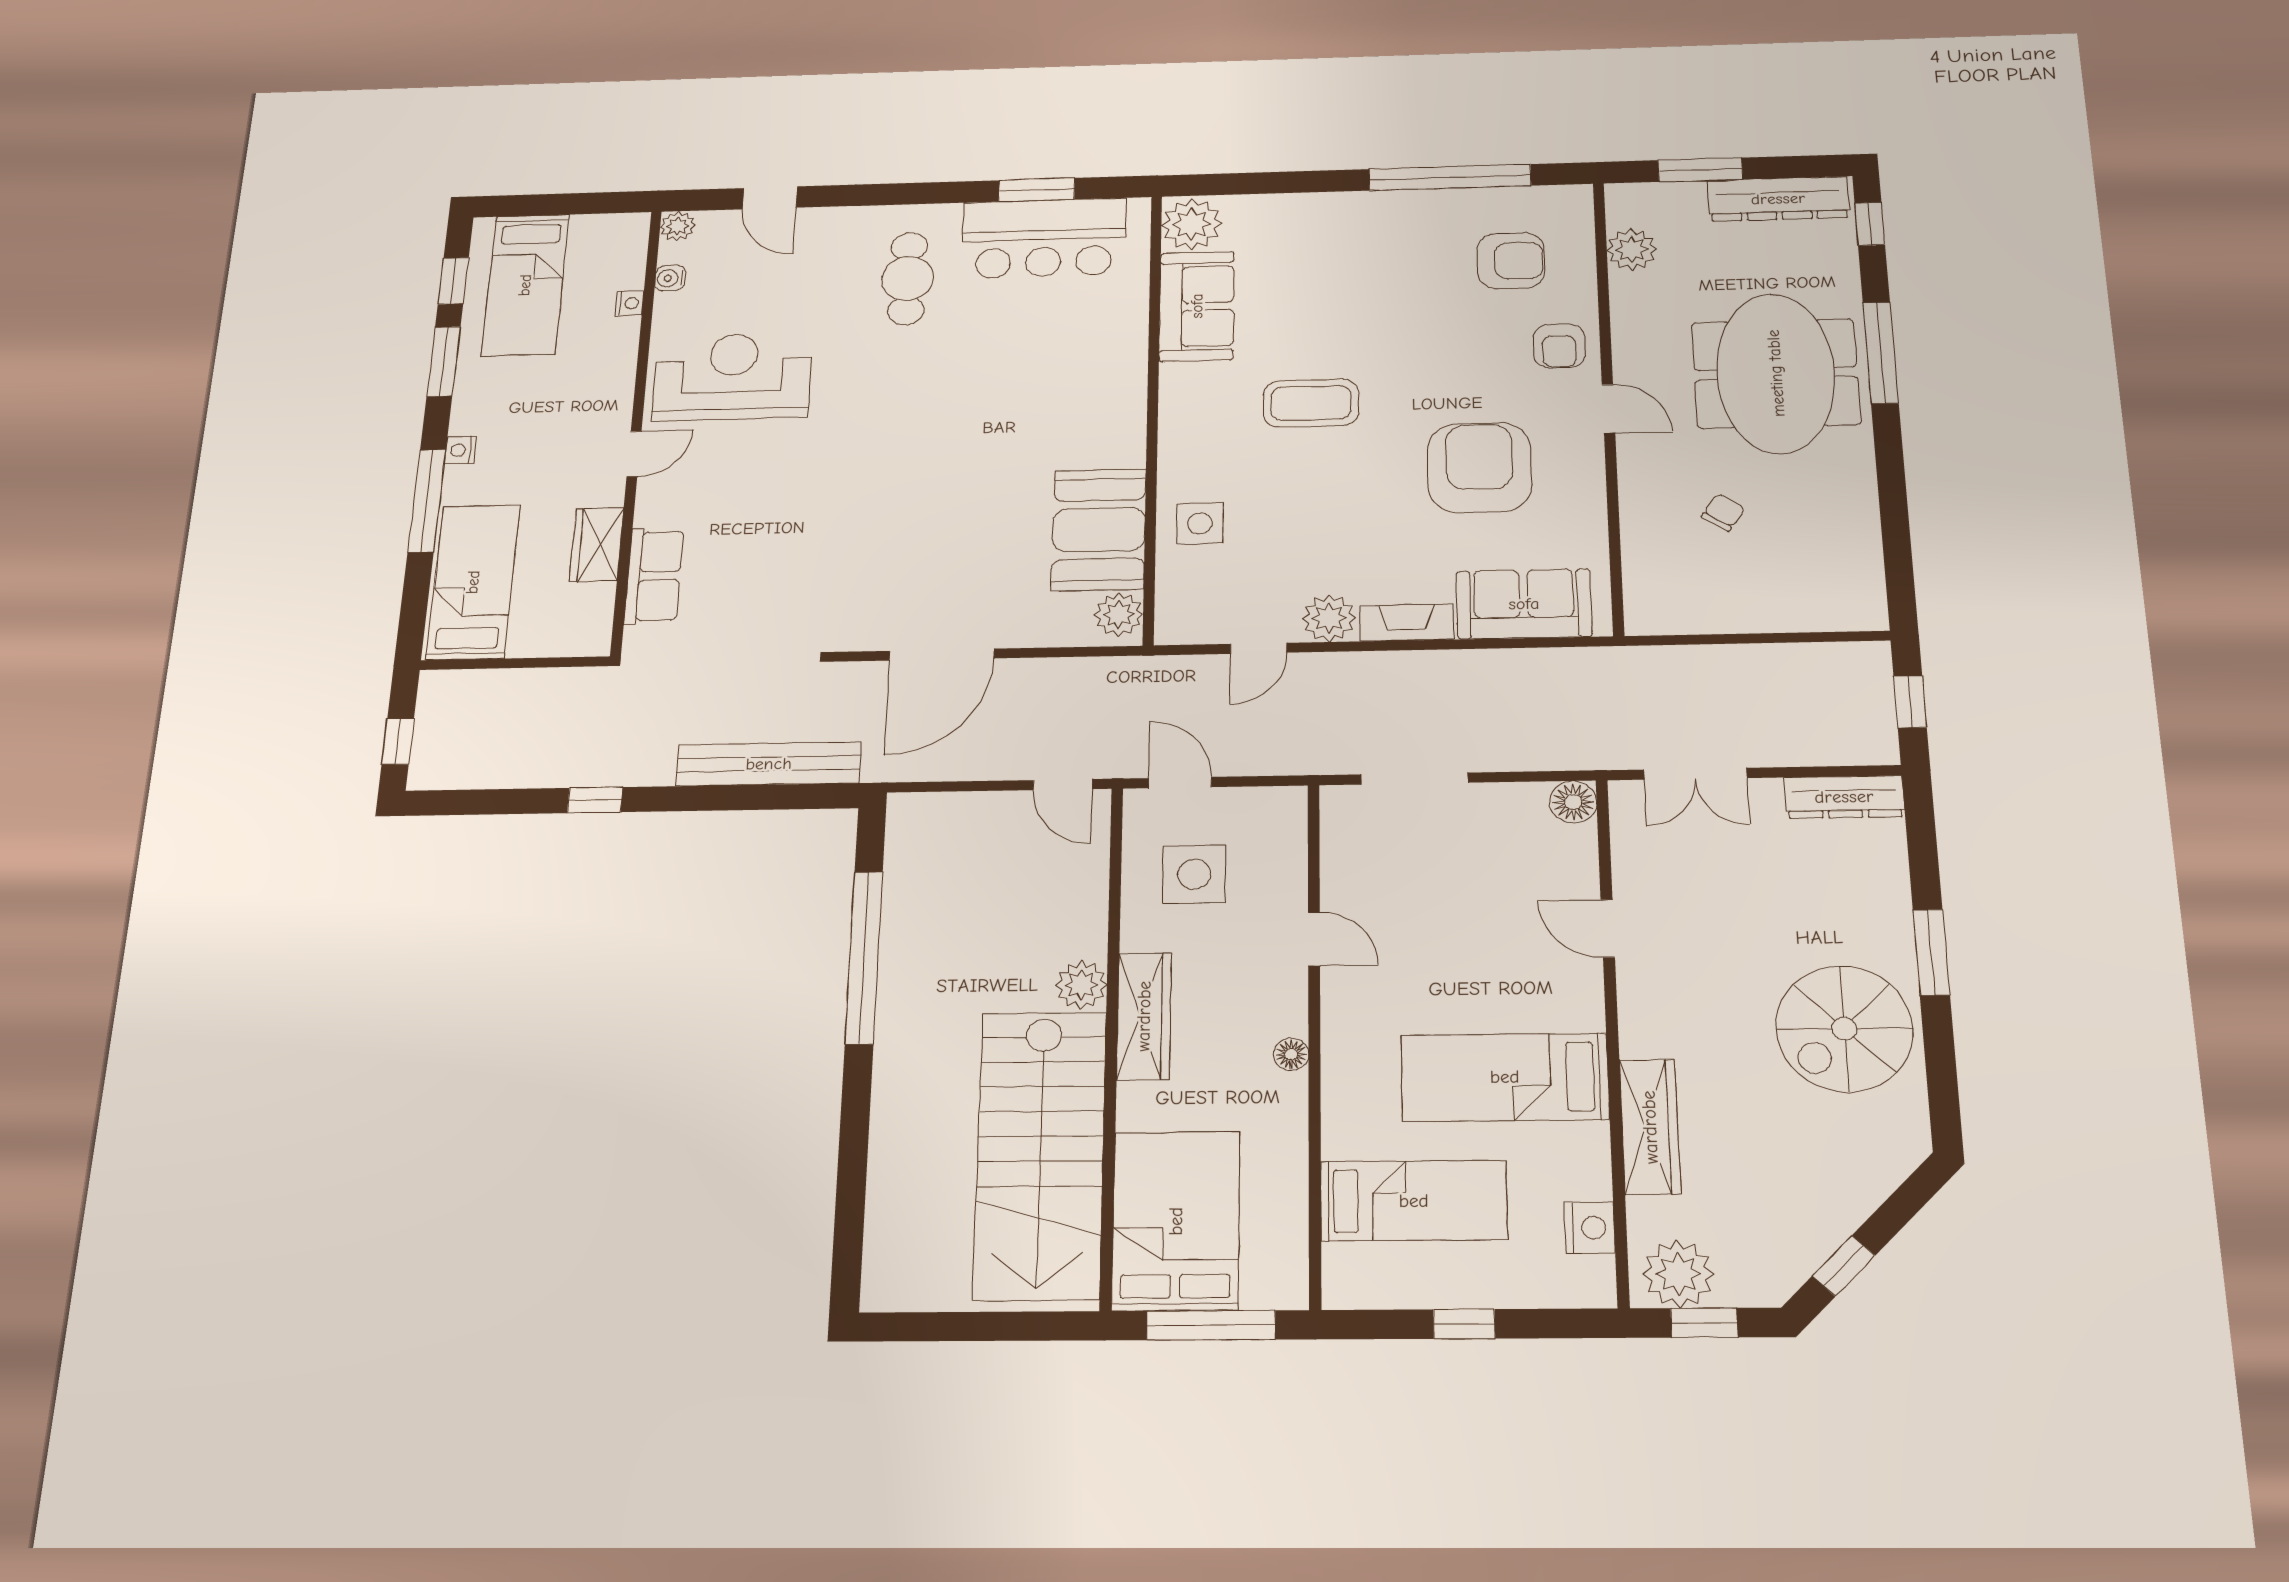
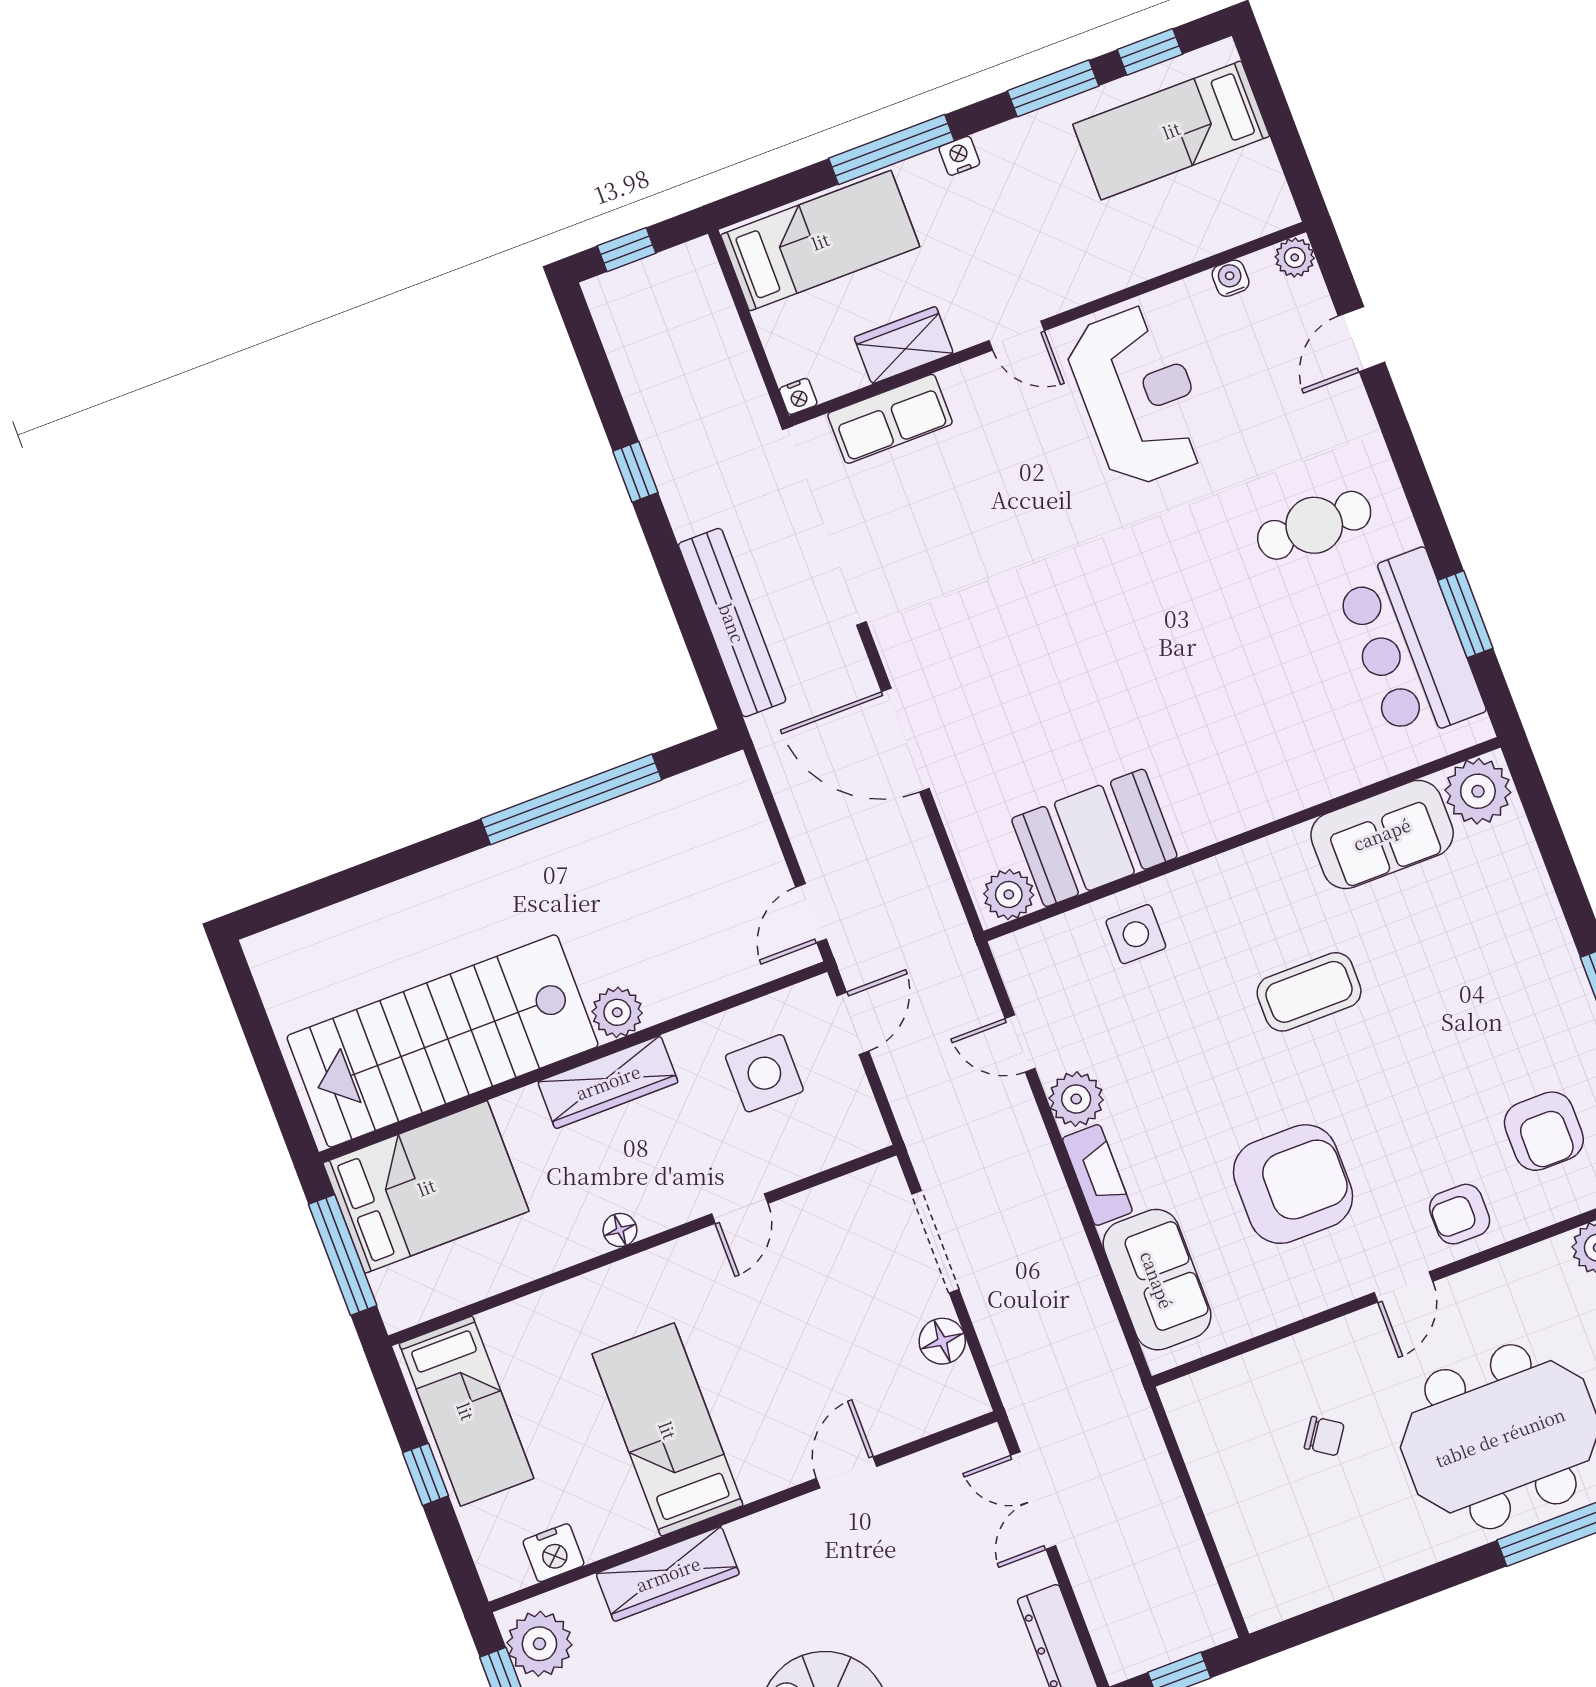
nightstand: (629, 303) -> (798, 396), moved
coffee table: (1311, 403) -> (1309, 992), turned 90
floor lamp: (1573, 802) -> (942, 1341), moved
bed: (1414, 1201) -> (466, 1411), moved

